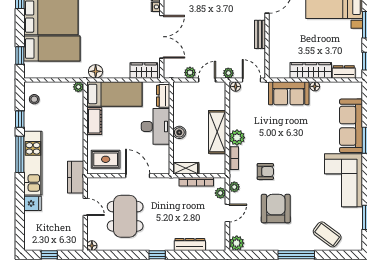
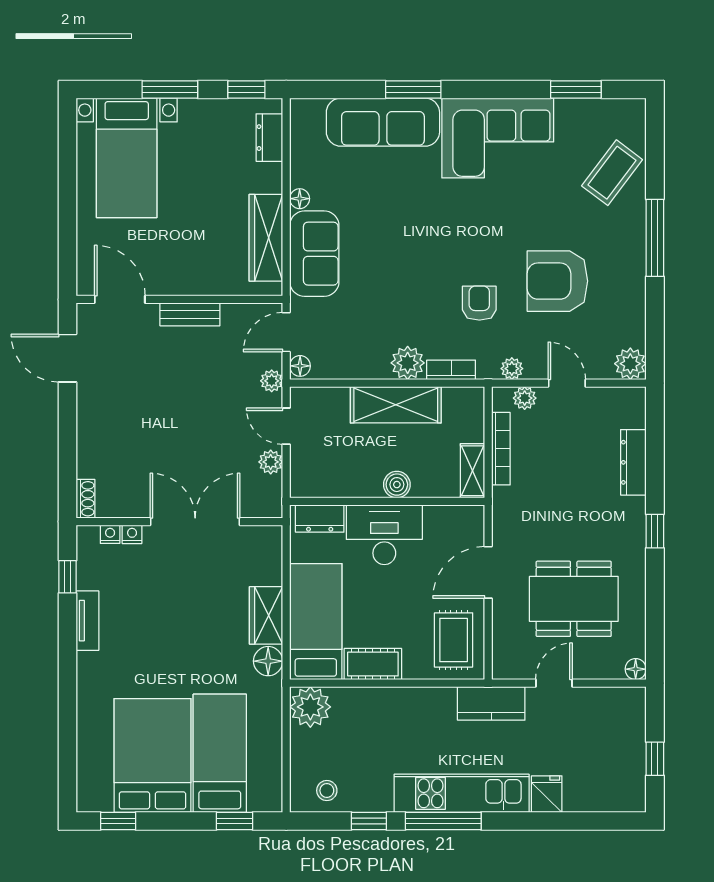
wardrobe: (144, 70) -> (266, 615), moved
wardrobe: (311, 70) -> (266, 238), moved
plant: (78, 87) -> (310, 707), width x1.87, depth x1.87

